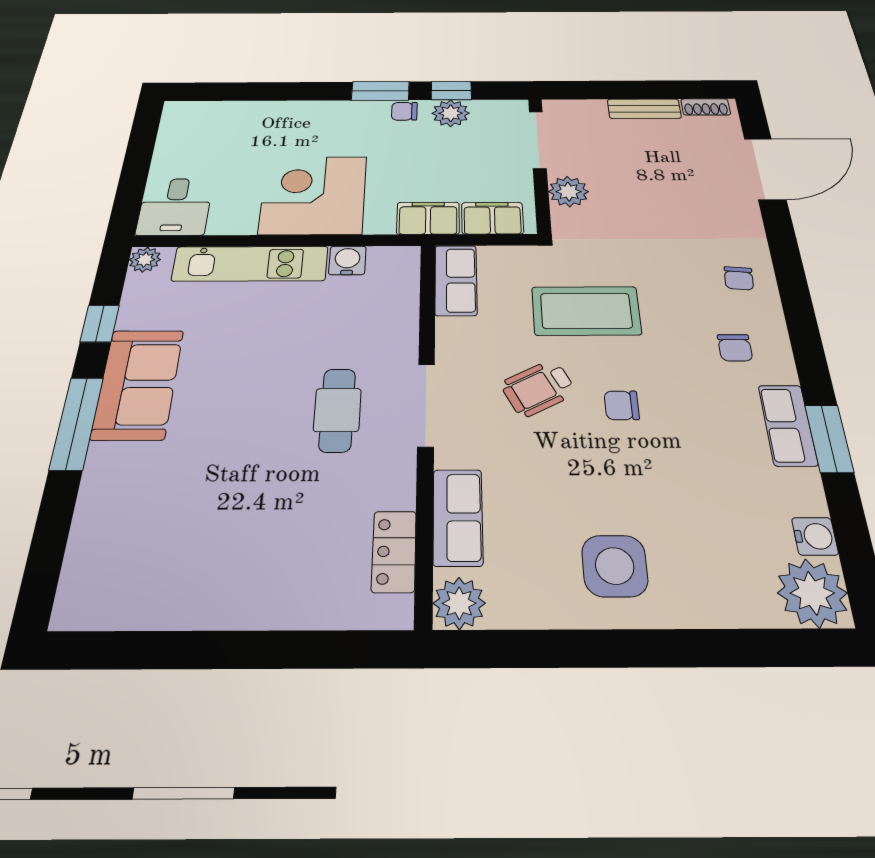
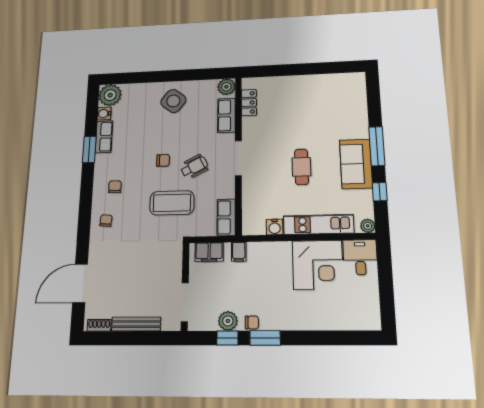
bench: (644, 109) -> (136, 324), width x1.36
plant: (569, 192) -> (173, 268), removed
corner desk: (313, 195) -> (318, 265), moved
filing cabinet: (428, 218) -> (239, 252), width x0.50
cafe table: (337, 410) -> (301, 167), moved
row of seats: (788, 425) -> (104, 137), moved
side table: (615, 566) -> (173, 101), turned 38

